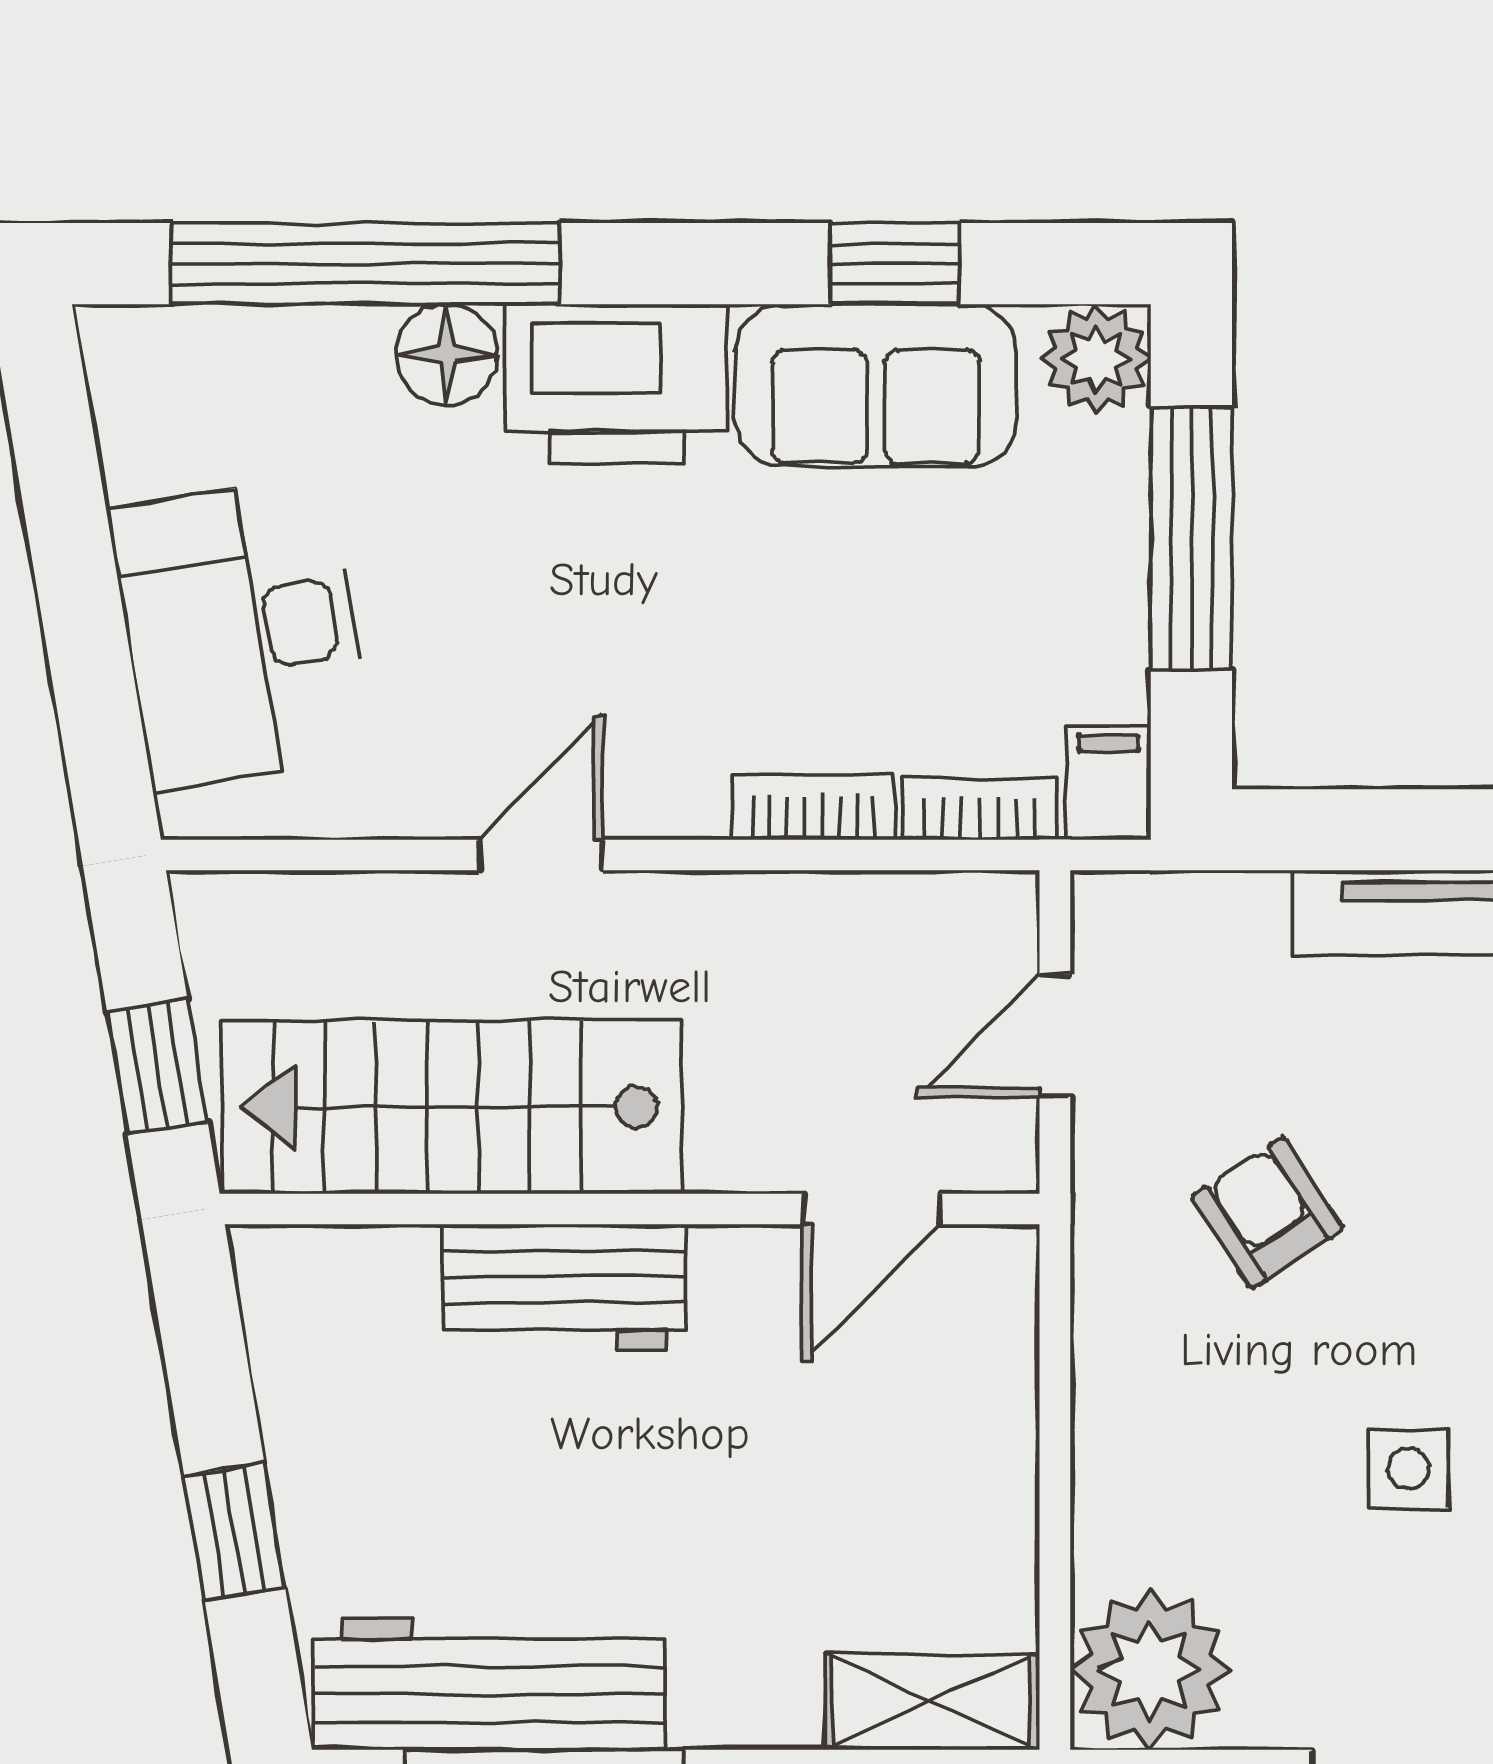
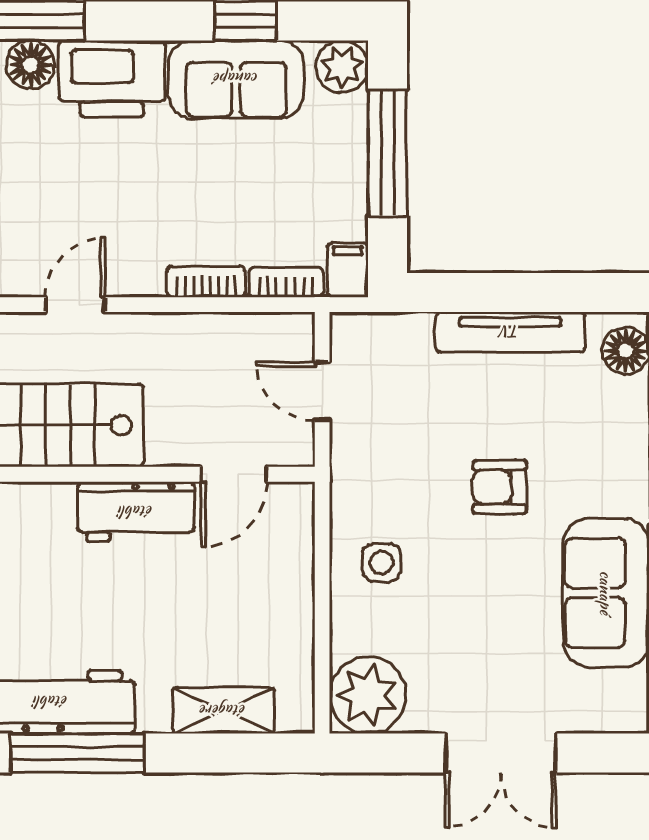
door: (1055, 1036) -> (322, 391), hinge flipped
armchair: (1267, 1213) -> (500, 487), moved, turned -57
workbench: (564, 1287) -> (136, 512), moved
side table: (1408, 1469) -> (381, 563), moved
shelving: (931, 1702) -> (223, 711), moved

